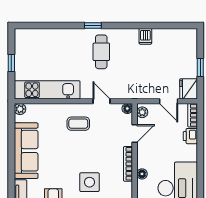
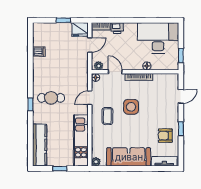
dishwasher: (145, 36) -> (39, 52), moved
kitchen counter: (41, 37) -> (40, 145), added
side table: (89, 182) -> (131, 107), moved

